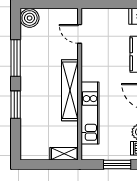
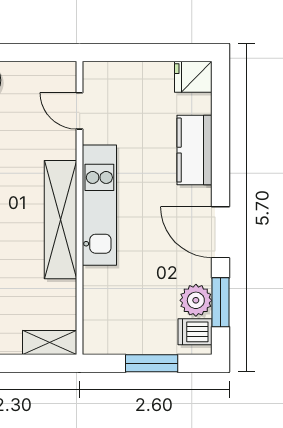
kitchen unit: (90, 113) -> (99, 205), moved

